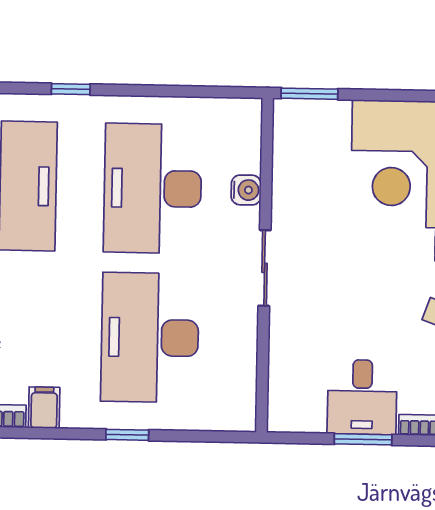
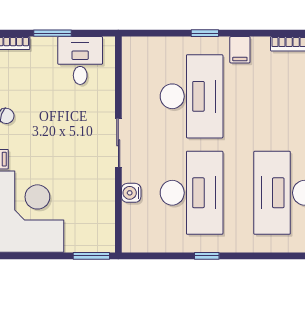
window: (71, 89) -> (207, 256), moved
desk: (362, 397) -> (80, 60), moved
filing cabinet: (44, 408) -> (240, 50), moved

